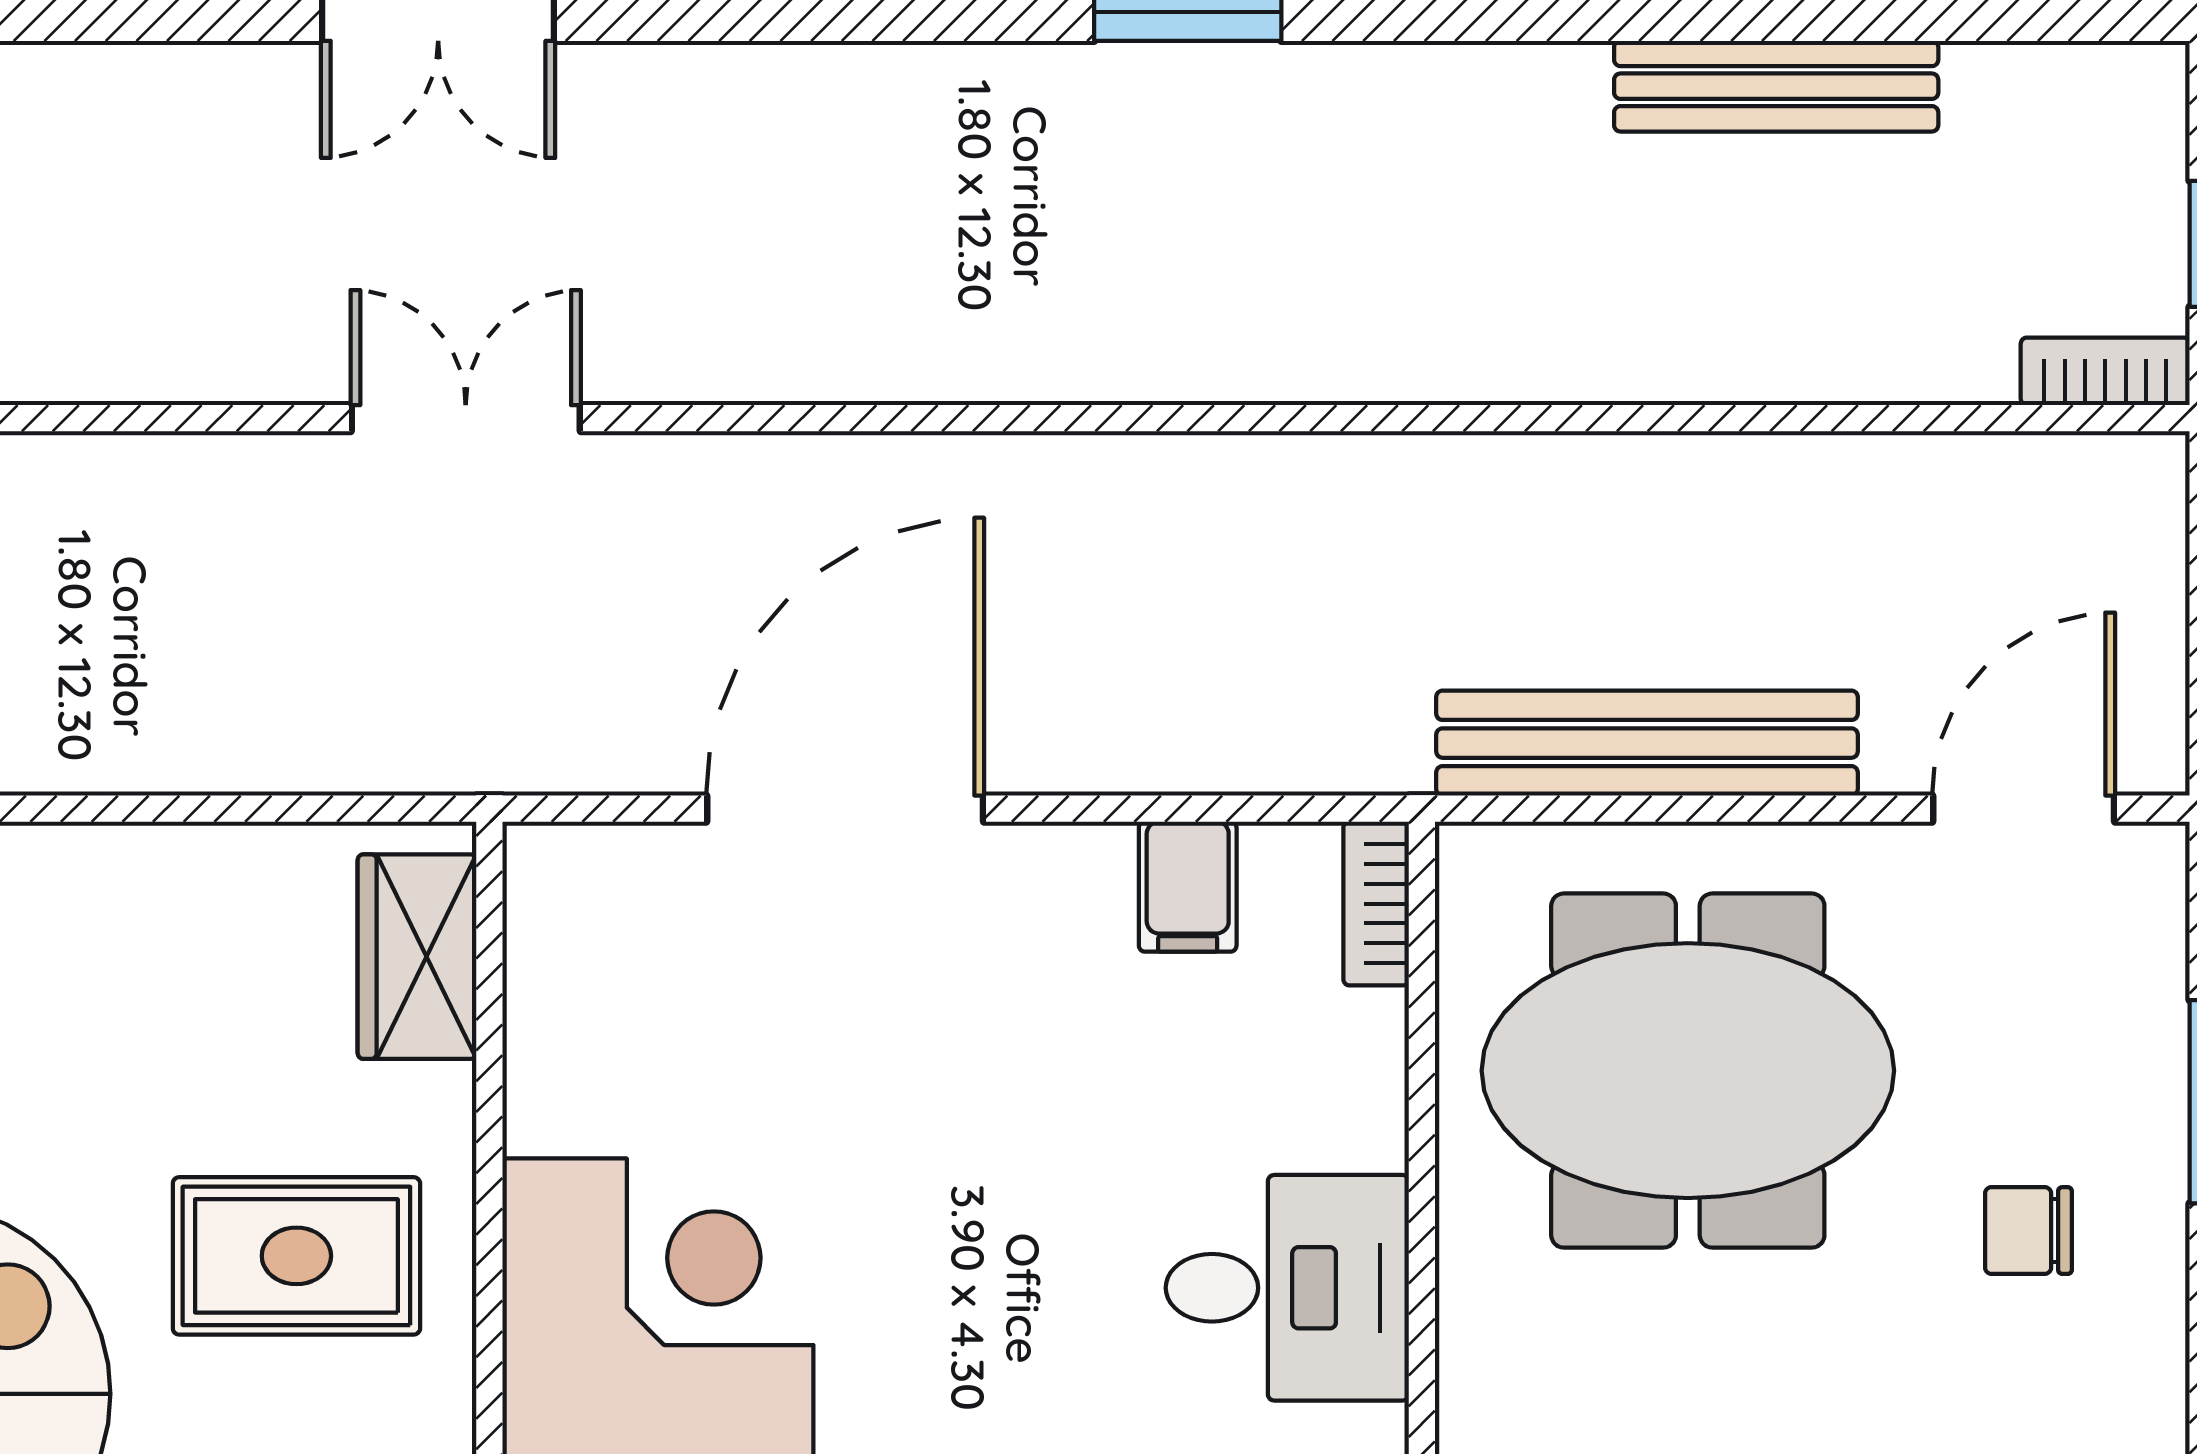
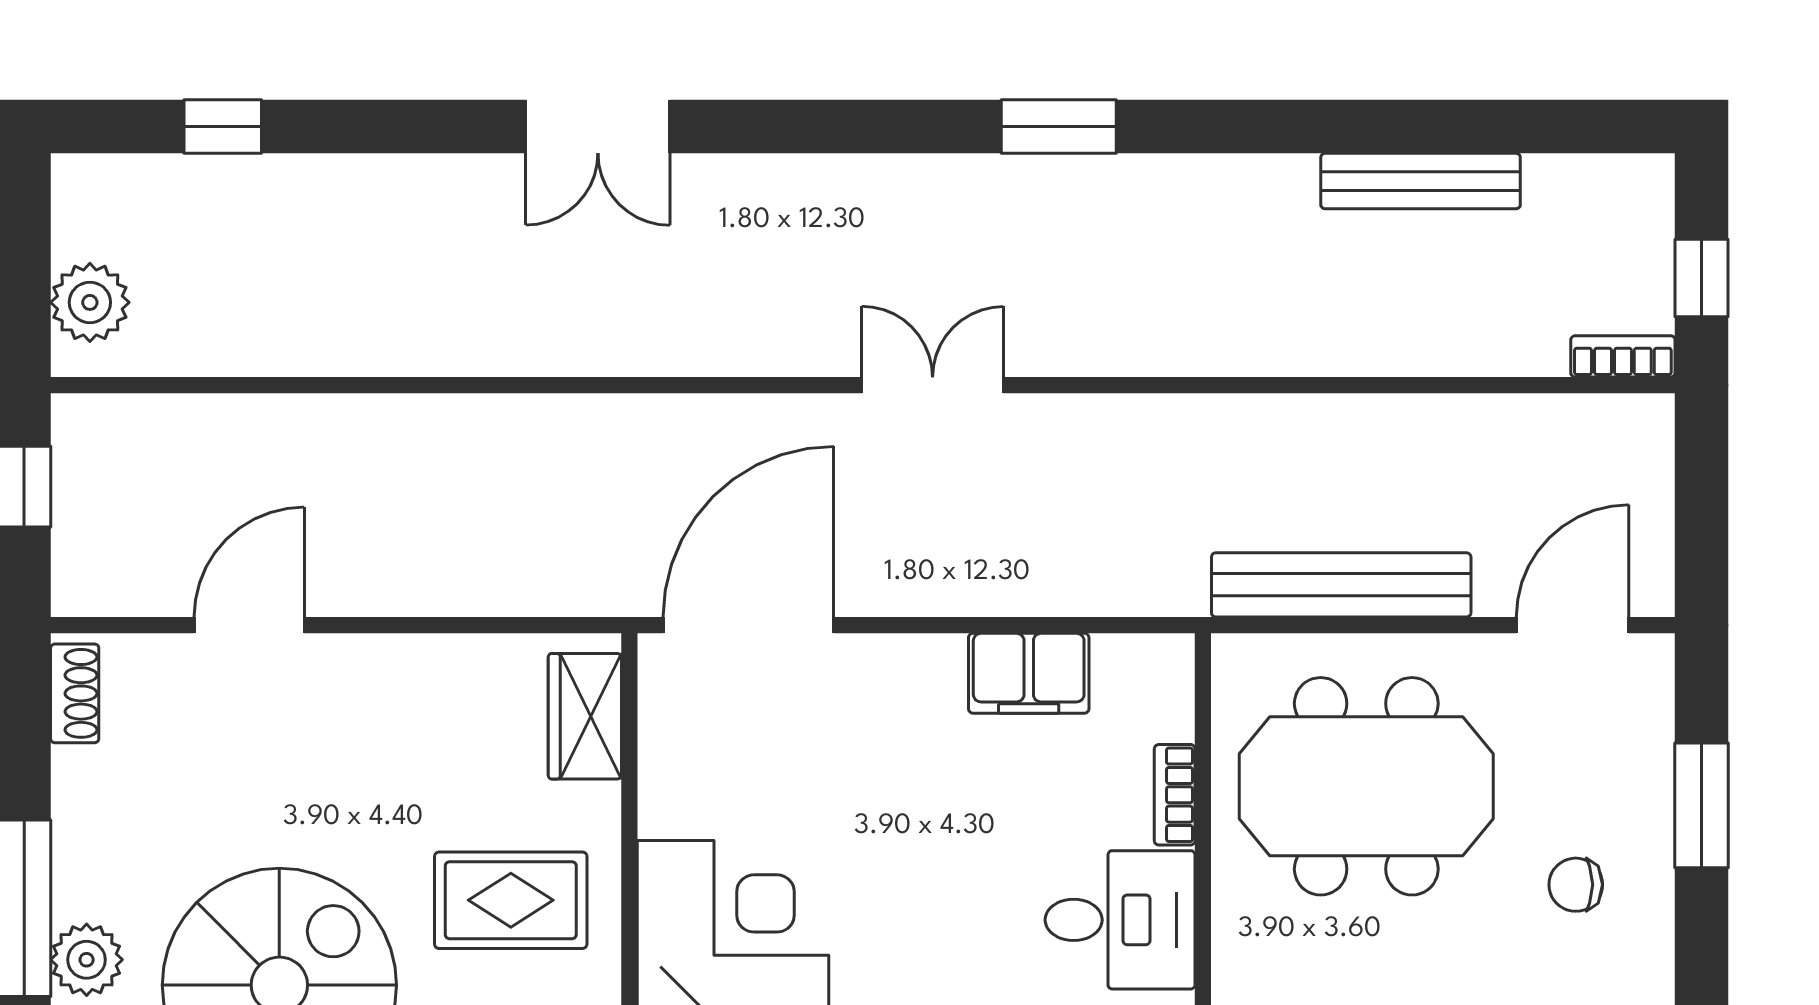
double door: (466, 418) -> (933, 385), moved
door: (845, 809) -> (749, 625), moved
filing cabinet: (1188, 887) -> (1029, 673), width x2.00
bookcase: (1376, 904) -> (1175, 795), moved

